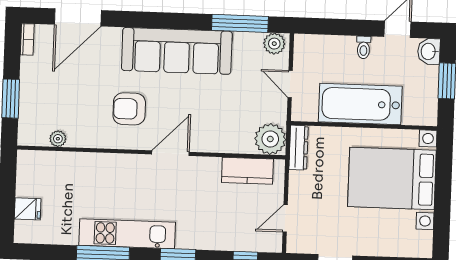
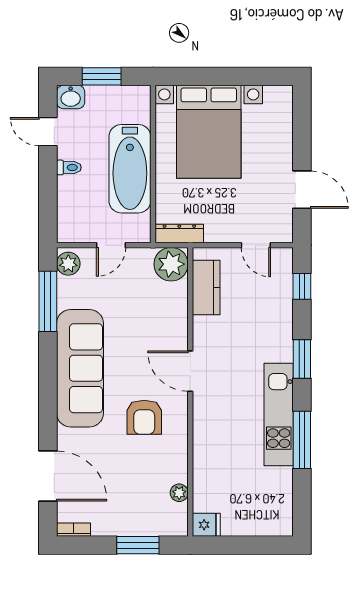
fridge: (28, 209) -> (206, 525), moved, turned 90

